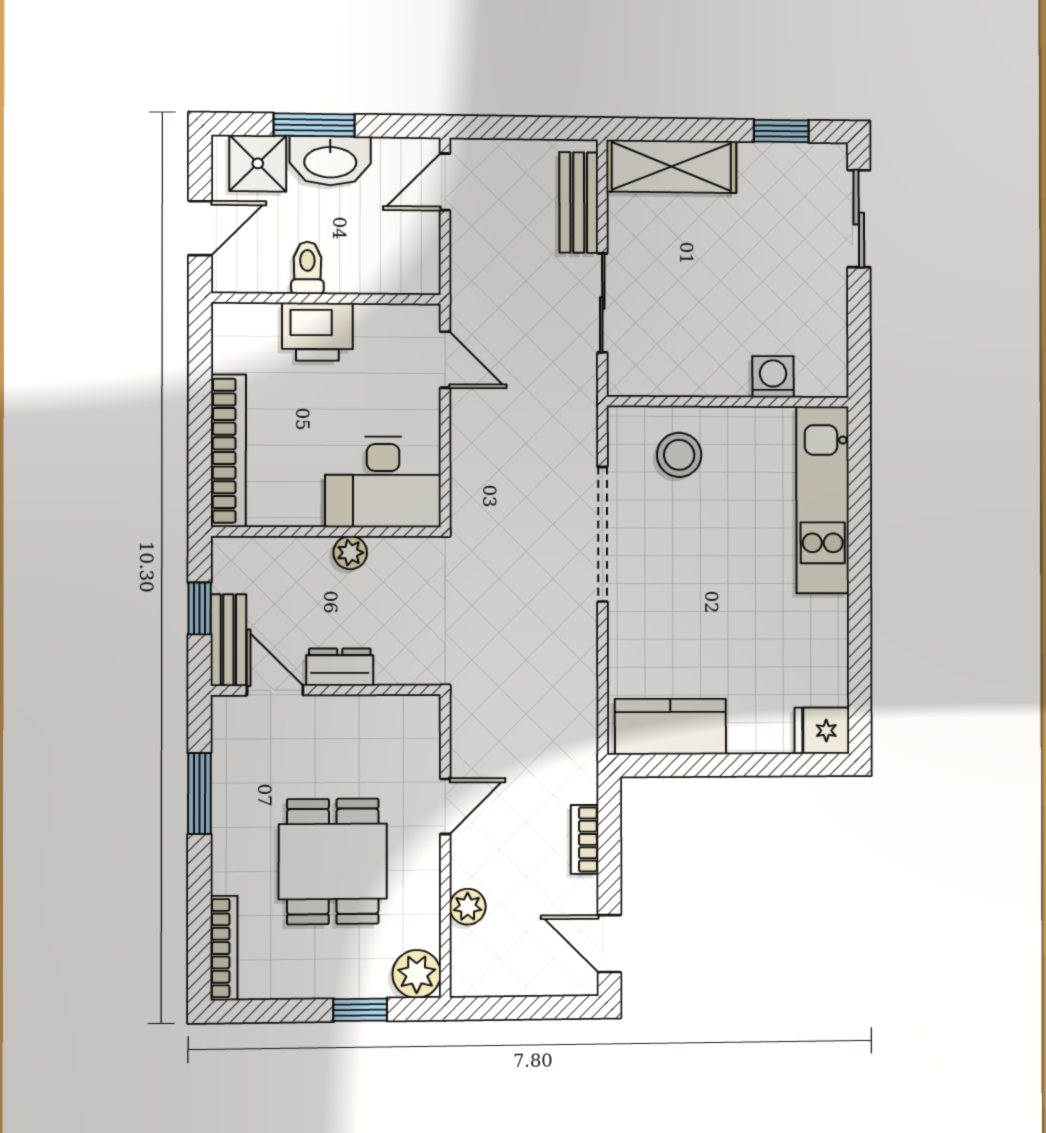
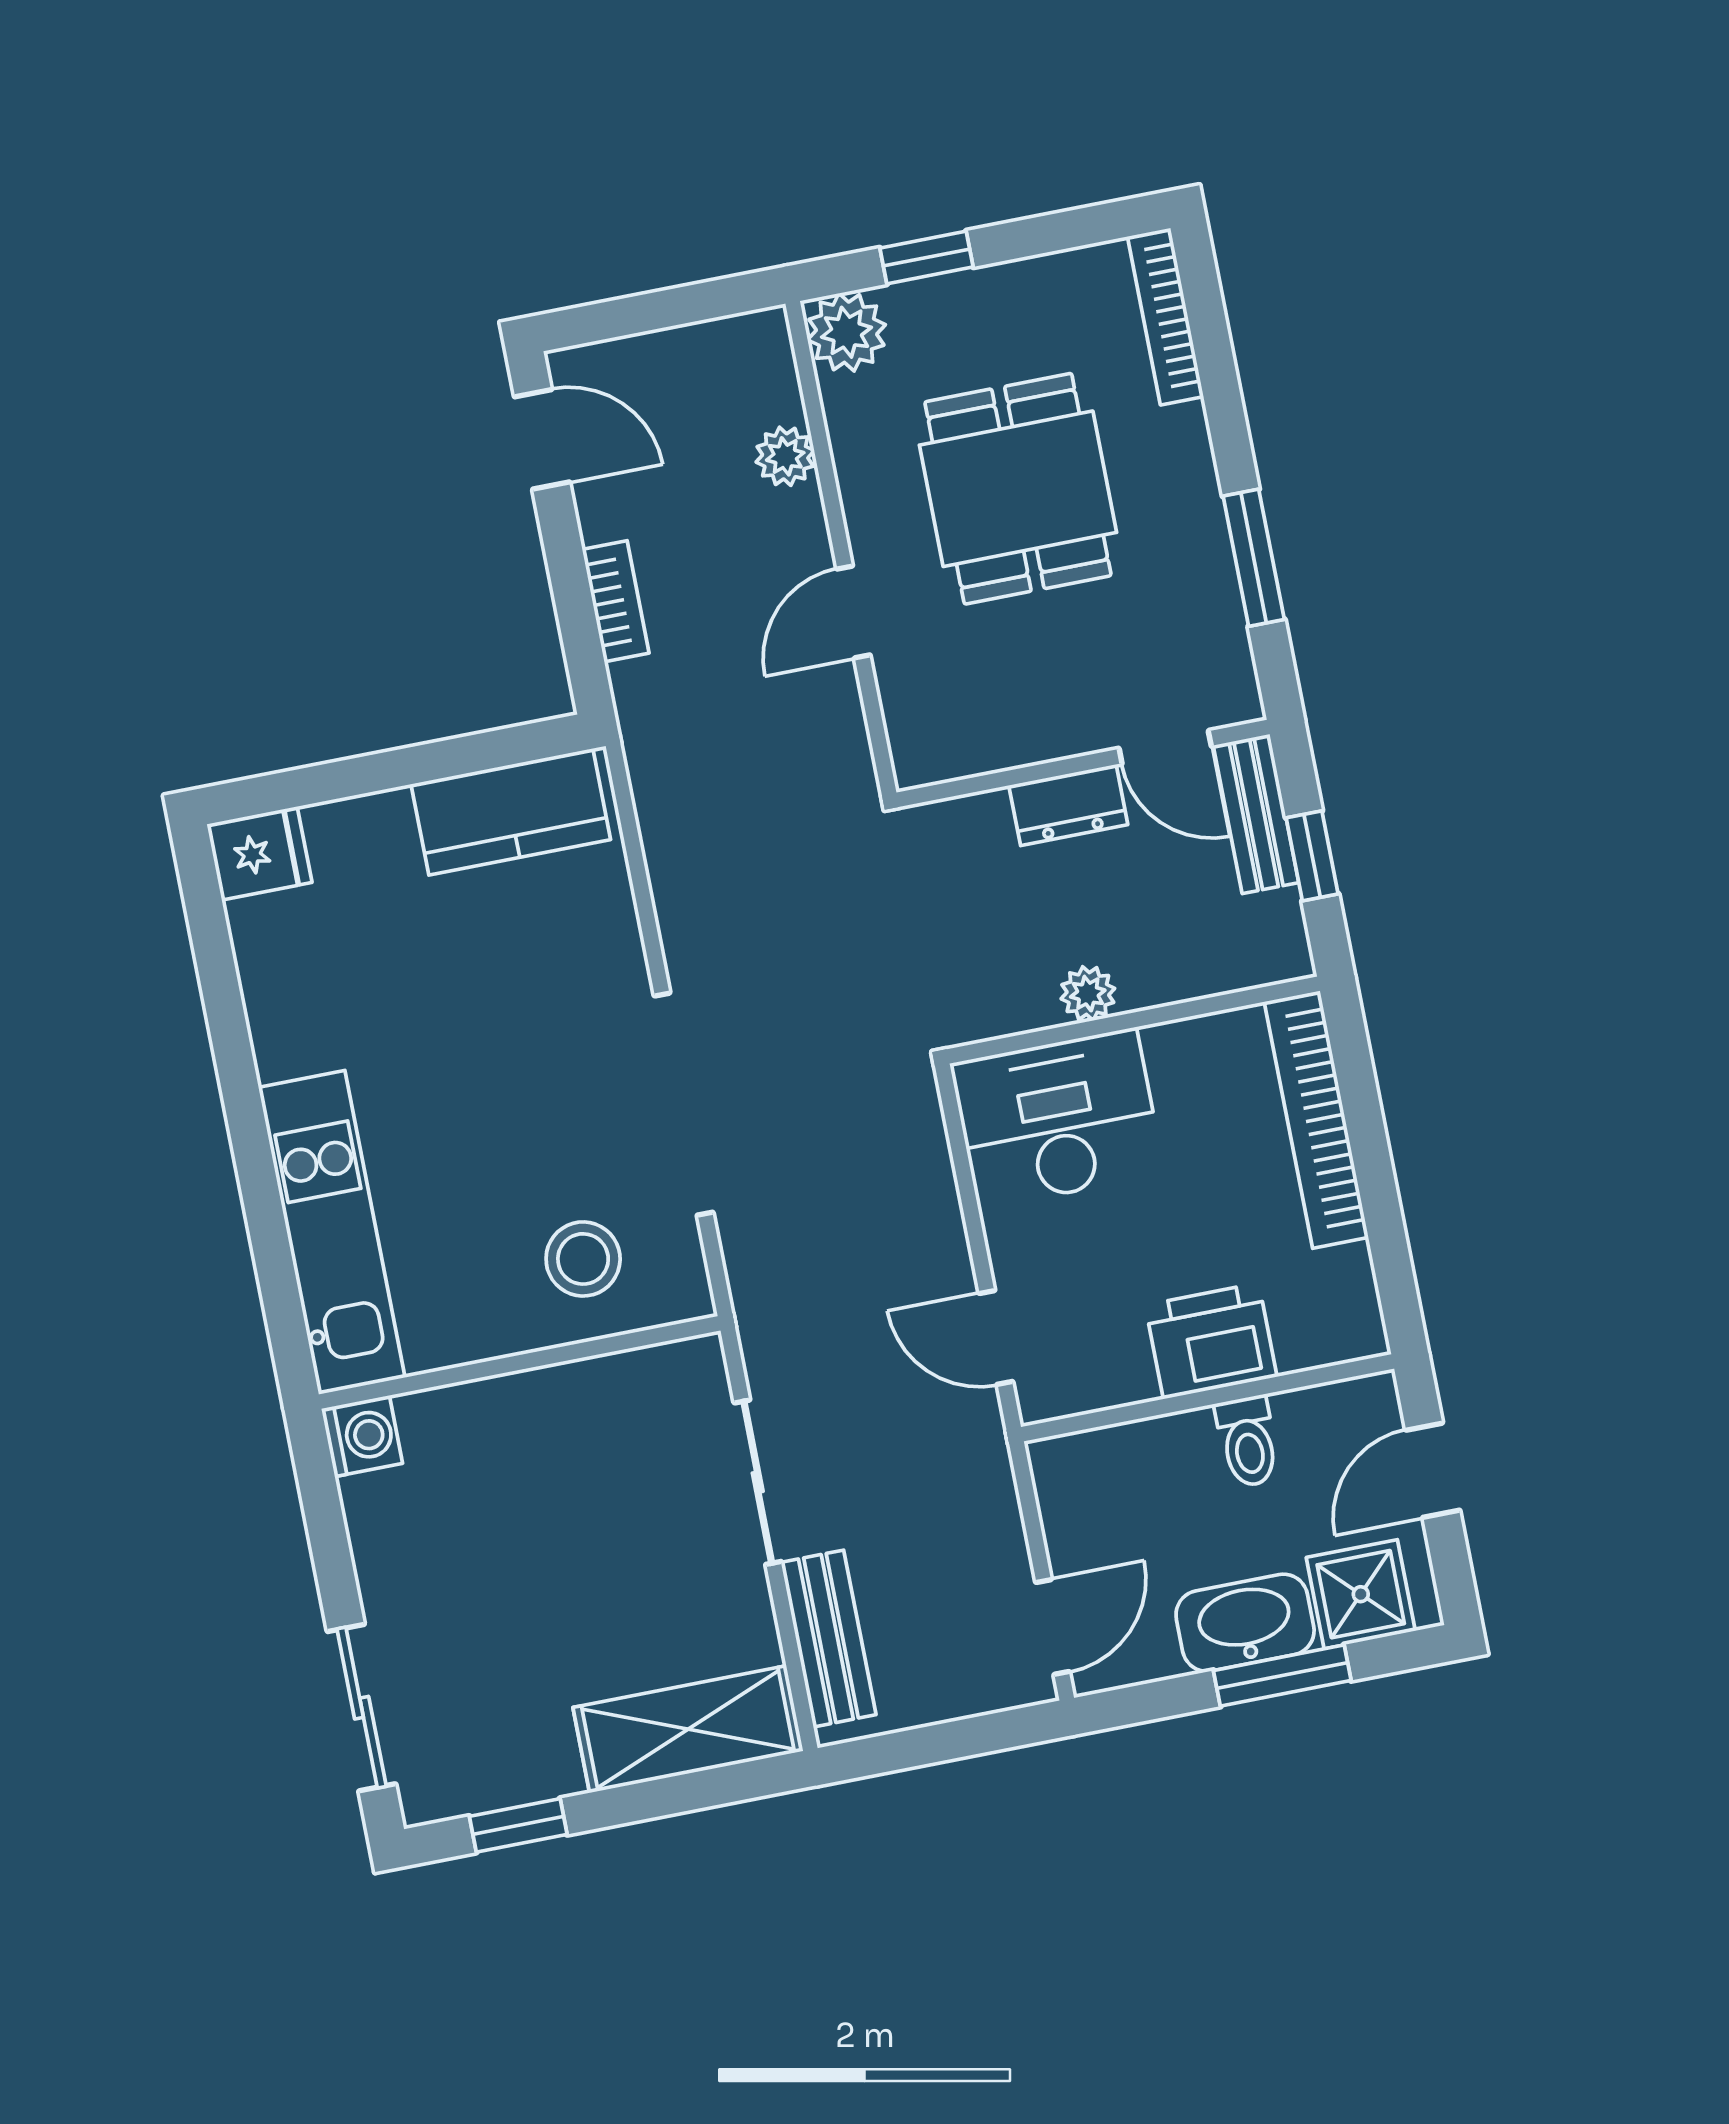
washing machine: (773, 377) -> (362, 1436), moved, turned -90

